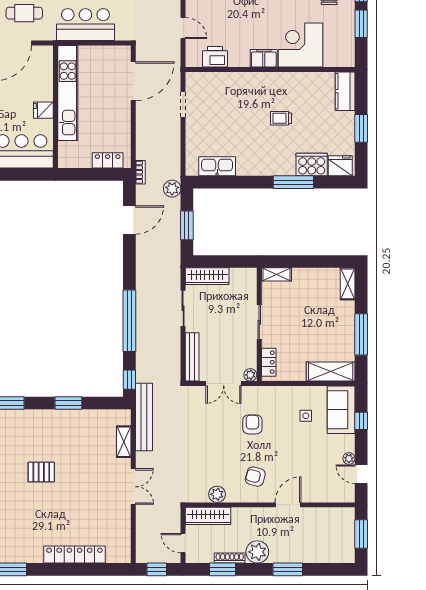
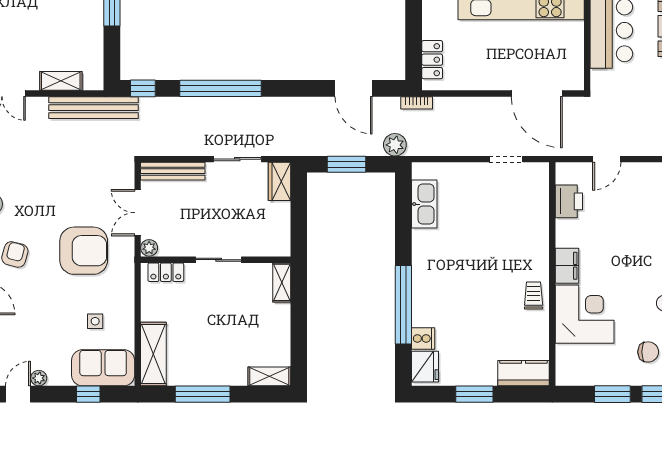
trolley: (281, 118) -> (534, 295), moved
cooker: (312, 165) -> (423, 338), width x0.53, depth x0.76
window: (293, 182) -> (403, 305), width x1.46
wardrobe: (207, 276) -> (279, 181), width x0.67
armchair: (252, 424) -> (84, 251), width x1.88, depth x1.88

